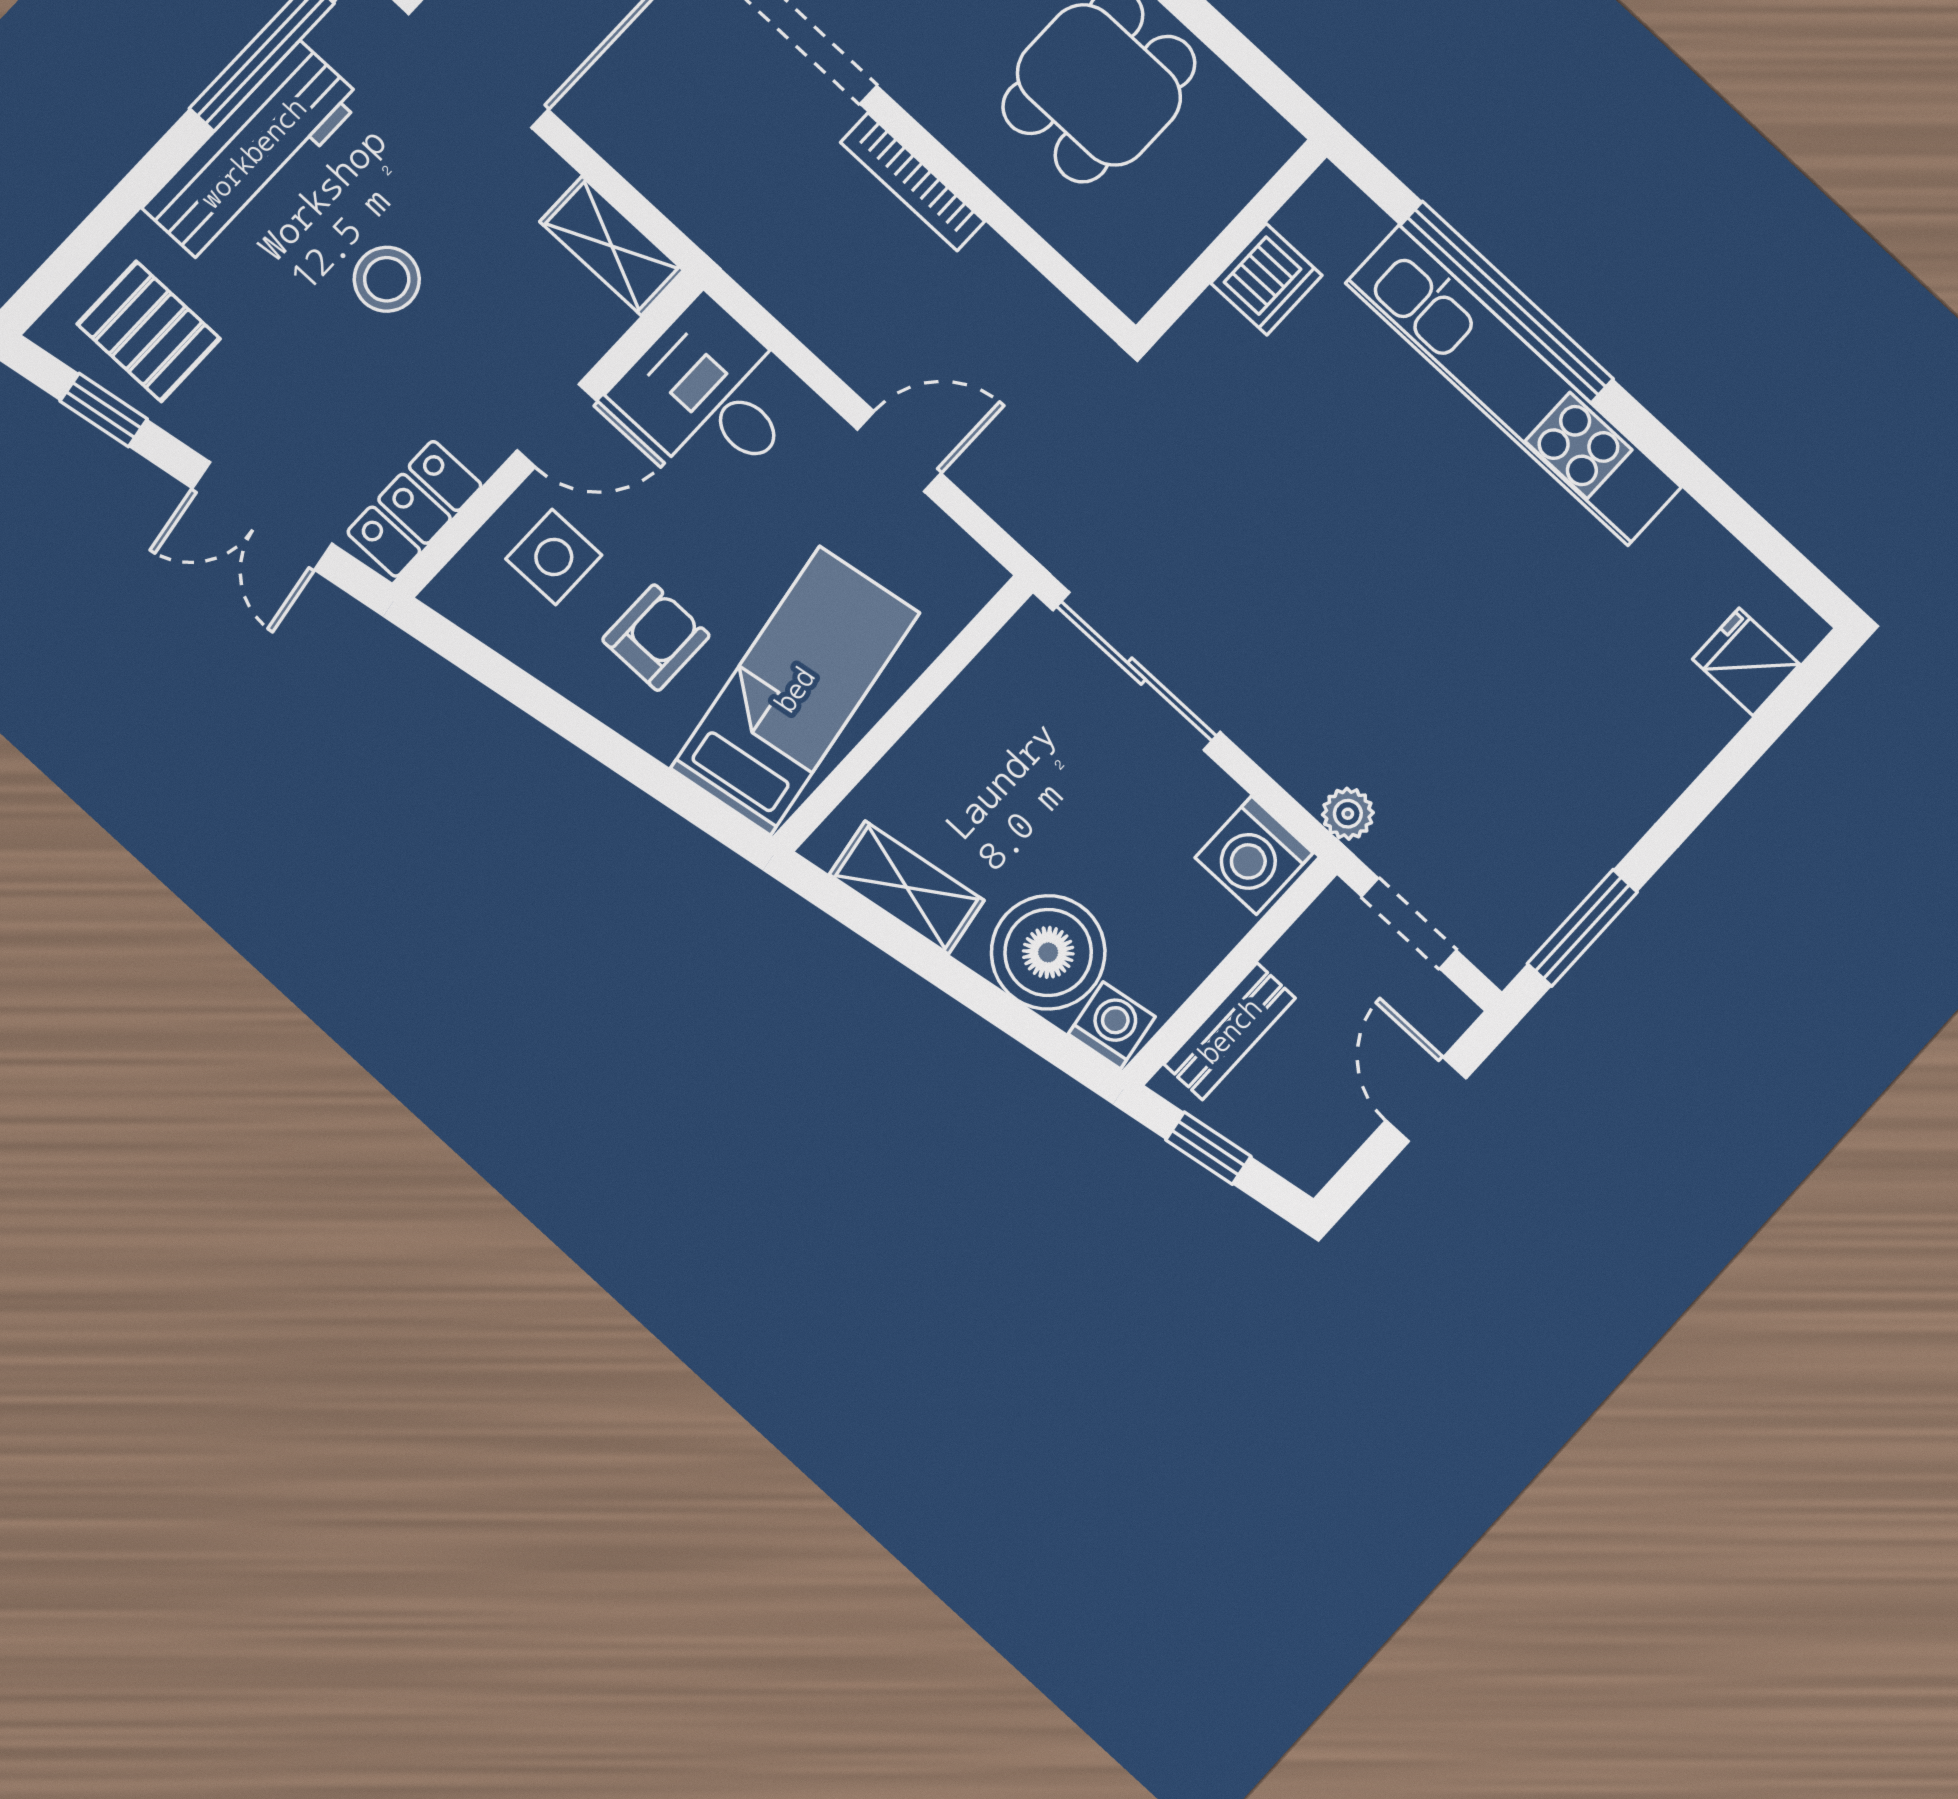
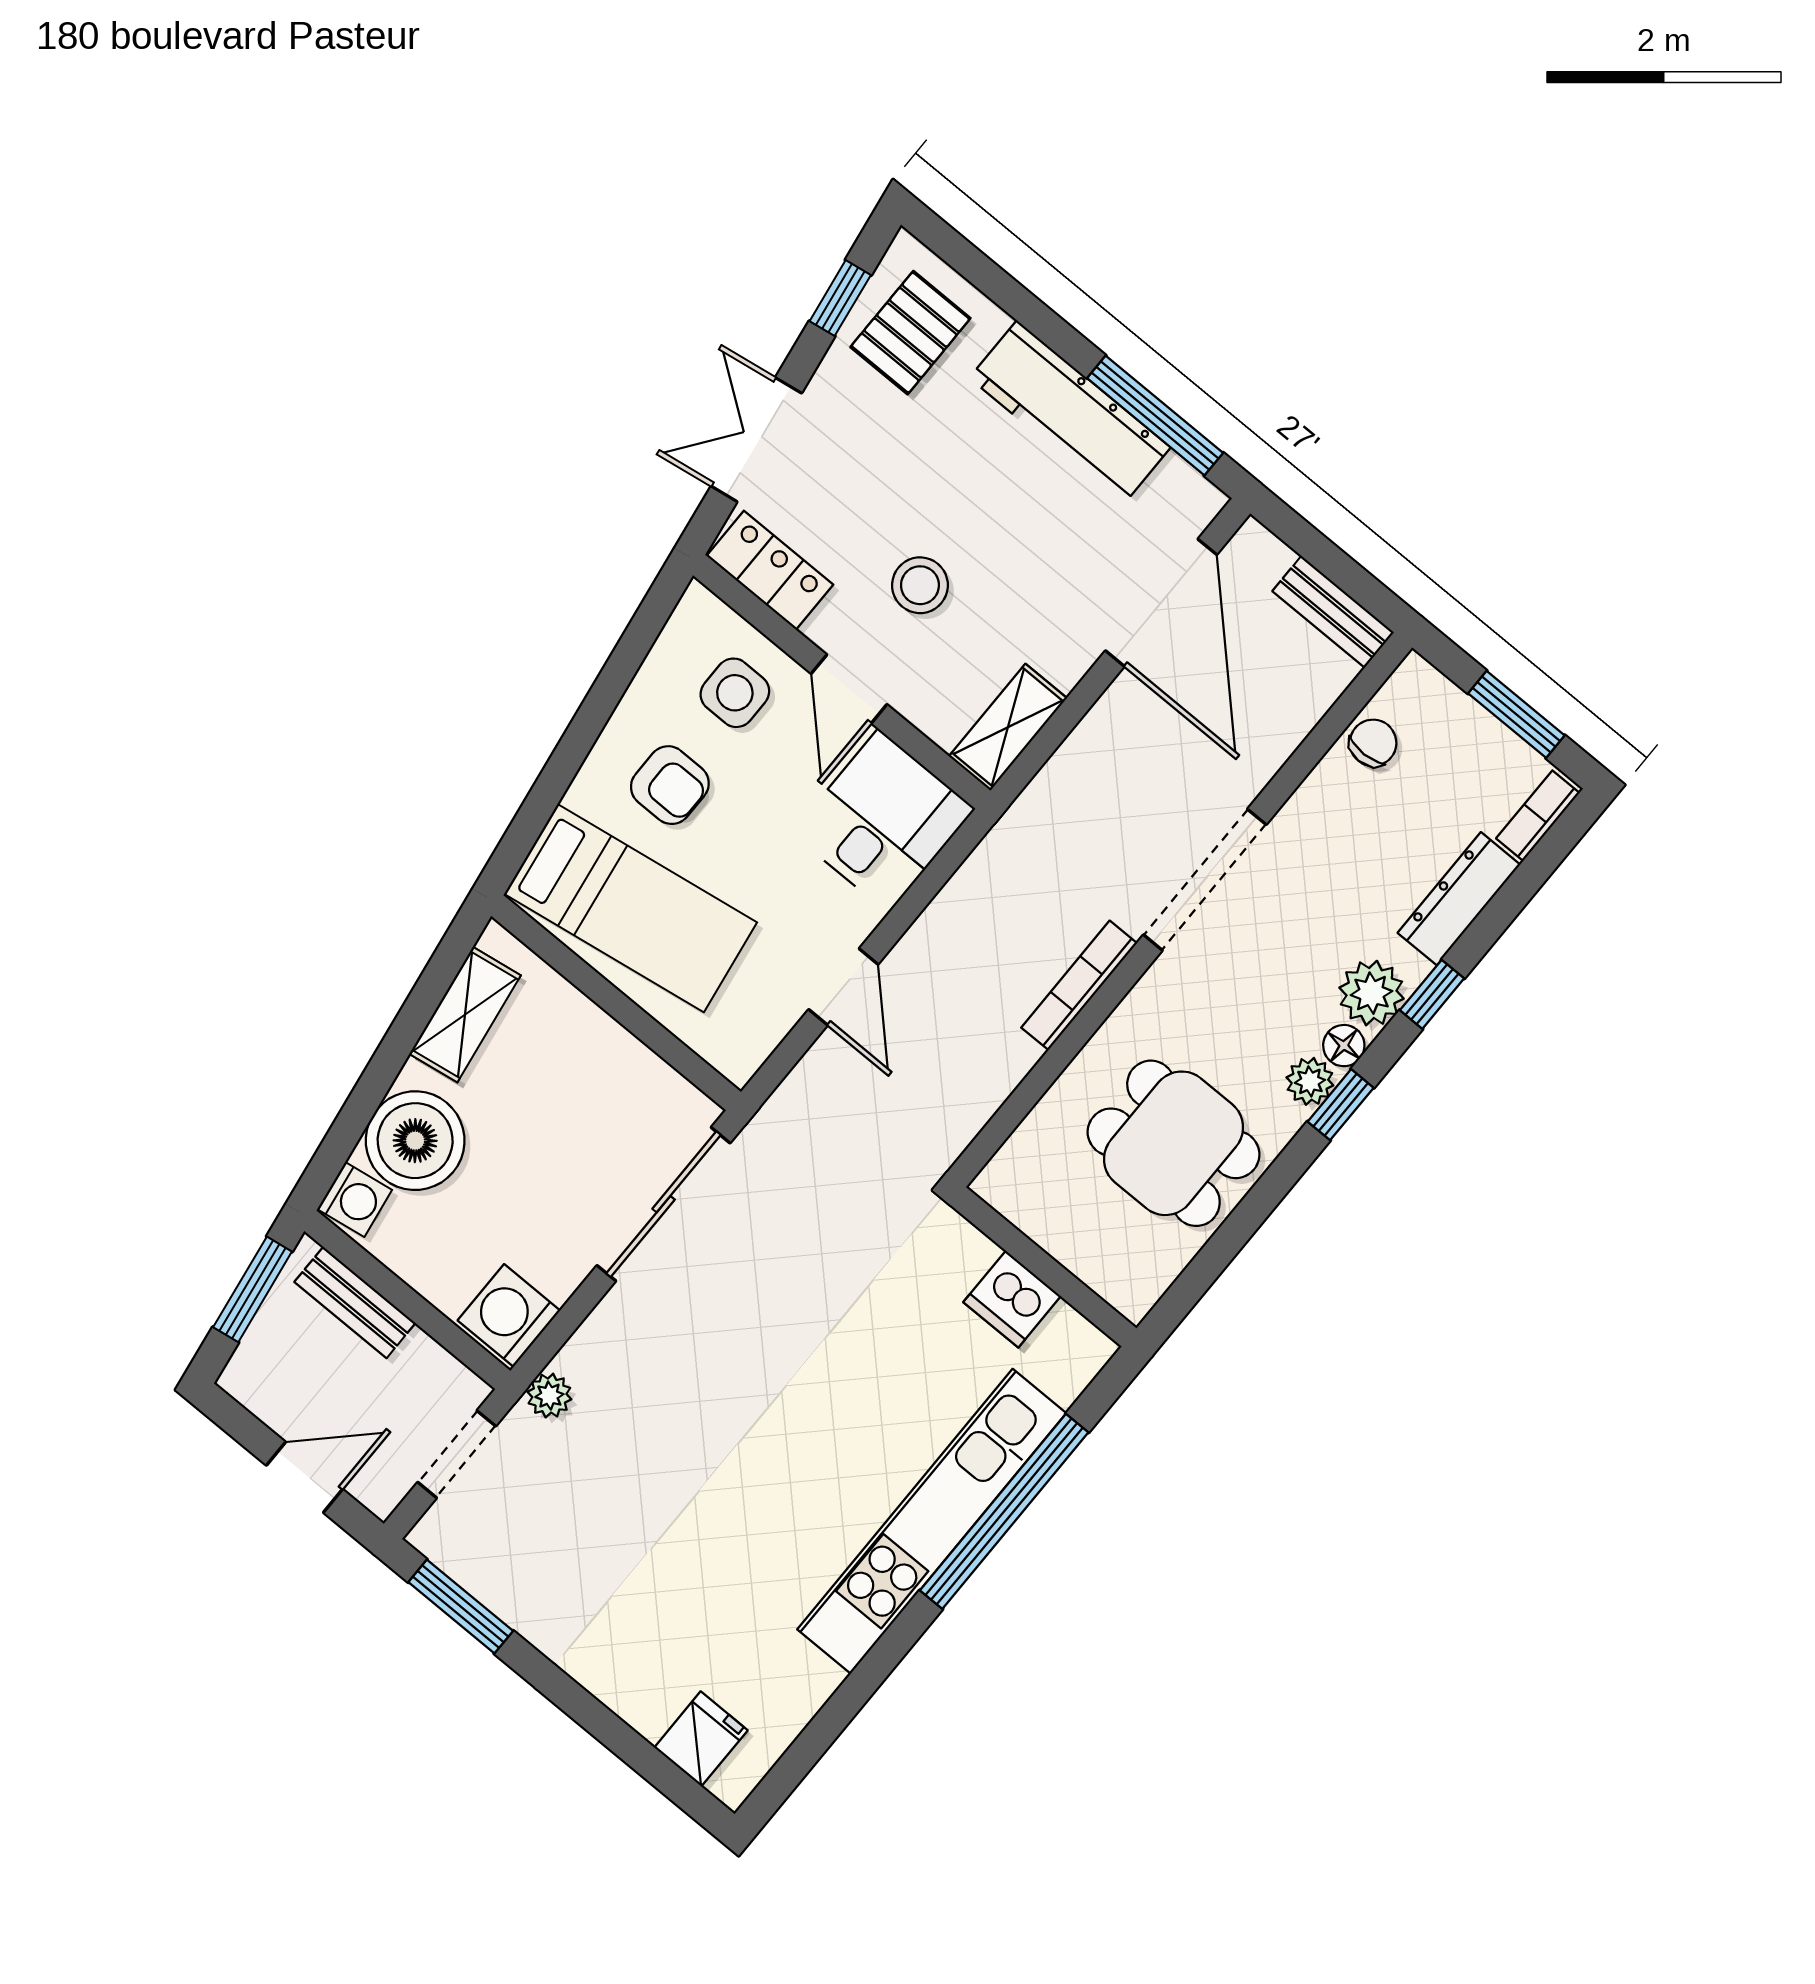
stool: (387, 279) -> (920, 585), moved
window: (1208, 1148) -> (253, 1289), width x1.50

